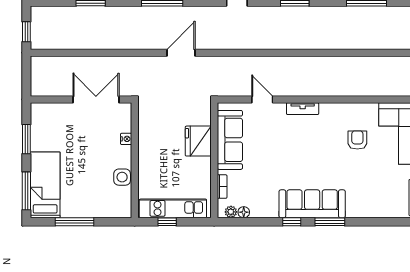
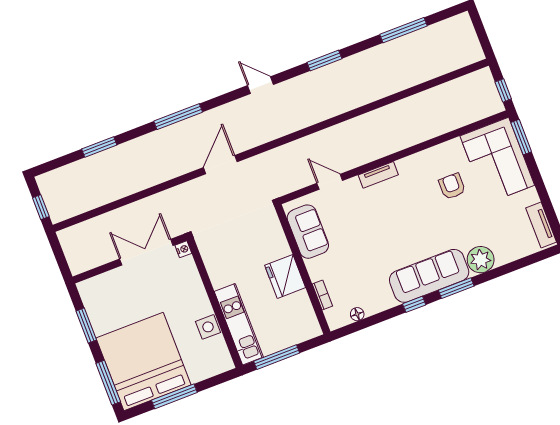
nightstand: (126, 139) -> (183, 249), moved
sofa: (230, 140) -> (308, 232), width x0.73
fridge: (198, 141) -> (285, 276), moved
bed: (45, 185) -> (143, 361), width x2.04
kitchen unit: (173, 208) -> (239, 324), moved, turned 90
plant: (231, 212) -> (481, 260), moved, width x1.87, depth x1.87
window: (167, 222) -> (277, 357), width x2.17

